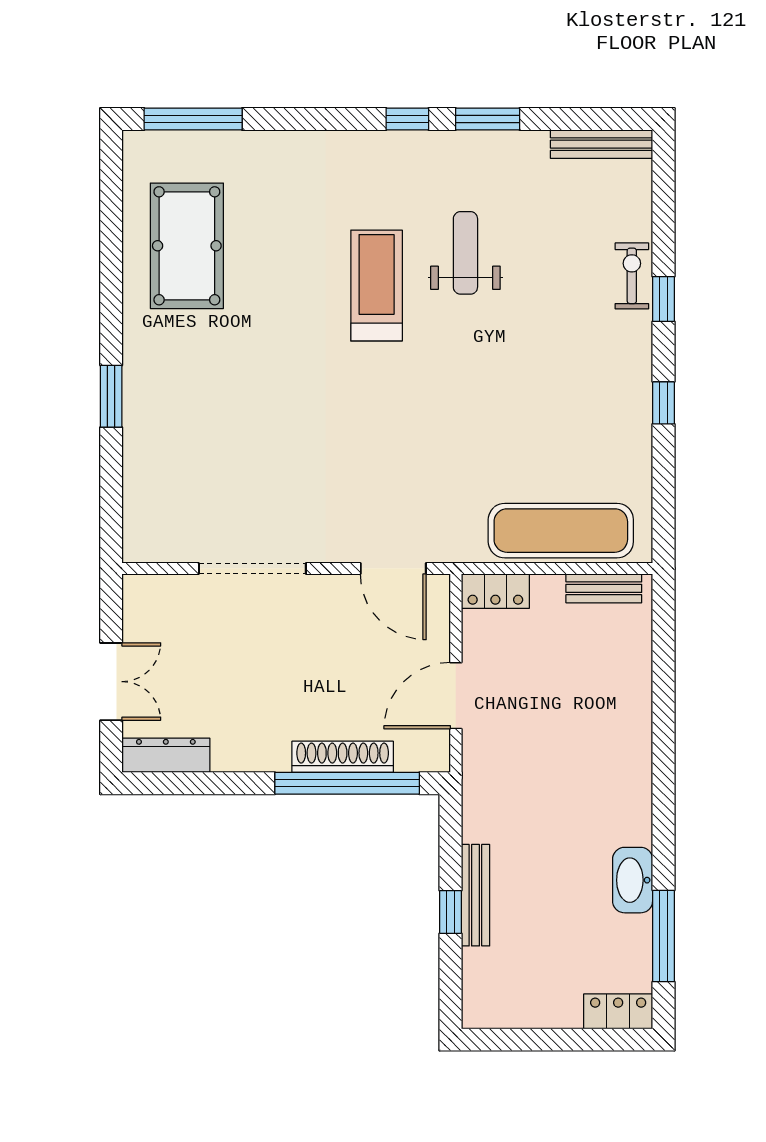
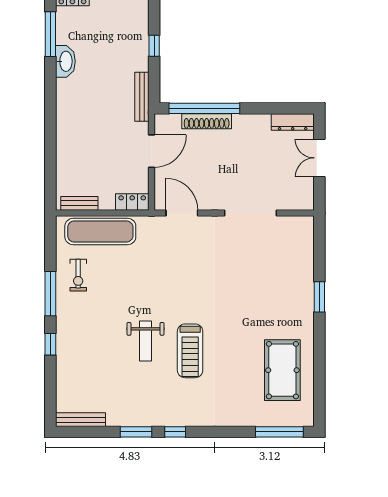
weight bench: (465, 253) -> (146, 341), moved
exercise bike: (632, 276) -> (78, 275), moved
window: (663, 403) -> (50, 294), width x2.17
bench: (475, 895) -> (142, 97), moved

